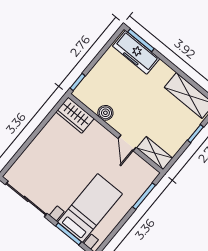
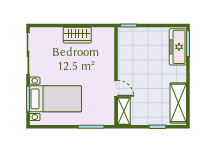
boiler: (105, 113) -> (124, 59), removed
wardrobe: (75, 115) -> (77, 35), moved, turned -90
door: (127, 143) -> (116, 88), swing flipped

